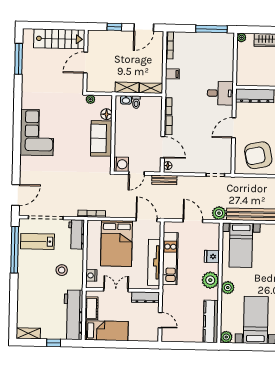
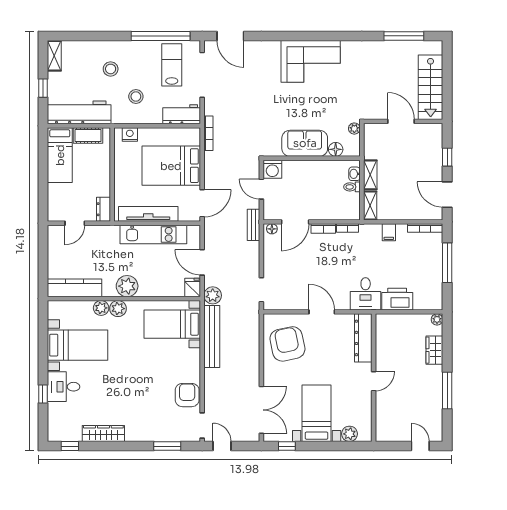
window: (211, 29) -> (447, 263), moved
printer: (225, 68) -> (397, 299), added
door: (193, 221) -> (202, 262), swing flipped
fridge: (212, 256) -> (193, 288), moved
stool: (40, 289) -> (111, 69), added
double door: (116, 290) -> (112, 166), removed
dresser: (145, 297) -> (103, 209), width x0.70
plant: (226, 337) -> (101, 308), moved

